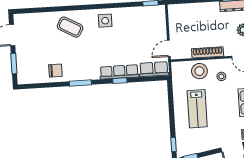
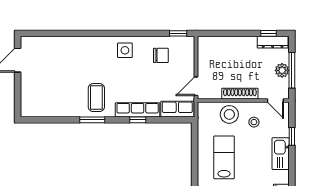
coffee table: (70, 27) -> (96, 98), moved, turned 61
window: (14, 64) -> (18, 93), removed
chair: (55, 71) -> (161, 55), moved
lab bench: (197, 109) -> (224, 157), turned 180

